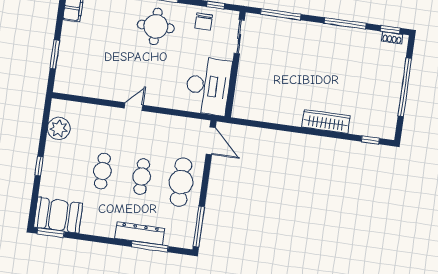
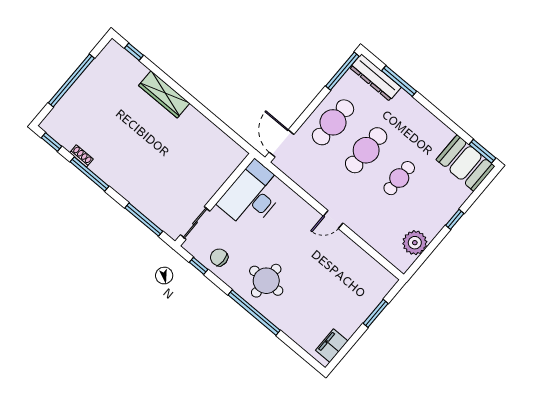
chair: (204, 22) -> (219, 257), turned -90
shoe rack: (392, 38) -> (81, 156), moved
cafe table: (142, 177) -> (366, 150), width x1.37, depth x1.35
dresser: (140, 233) -> (375, 77), moved

